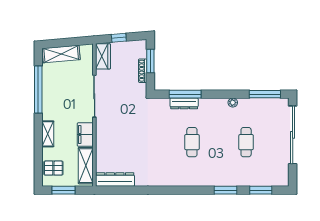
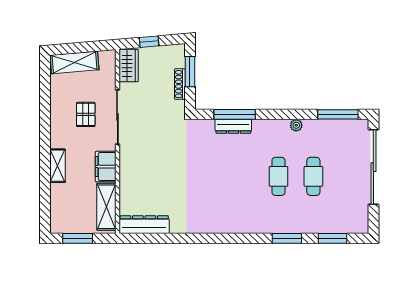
window: (38, 90) -> (45, 108), removed
cafe table: (192, 142) -> (278, 176), moved
pallet: (53, 168) -> (86, 114), moved, turned 90

